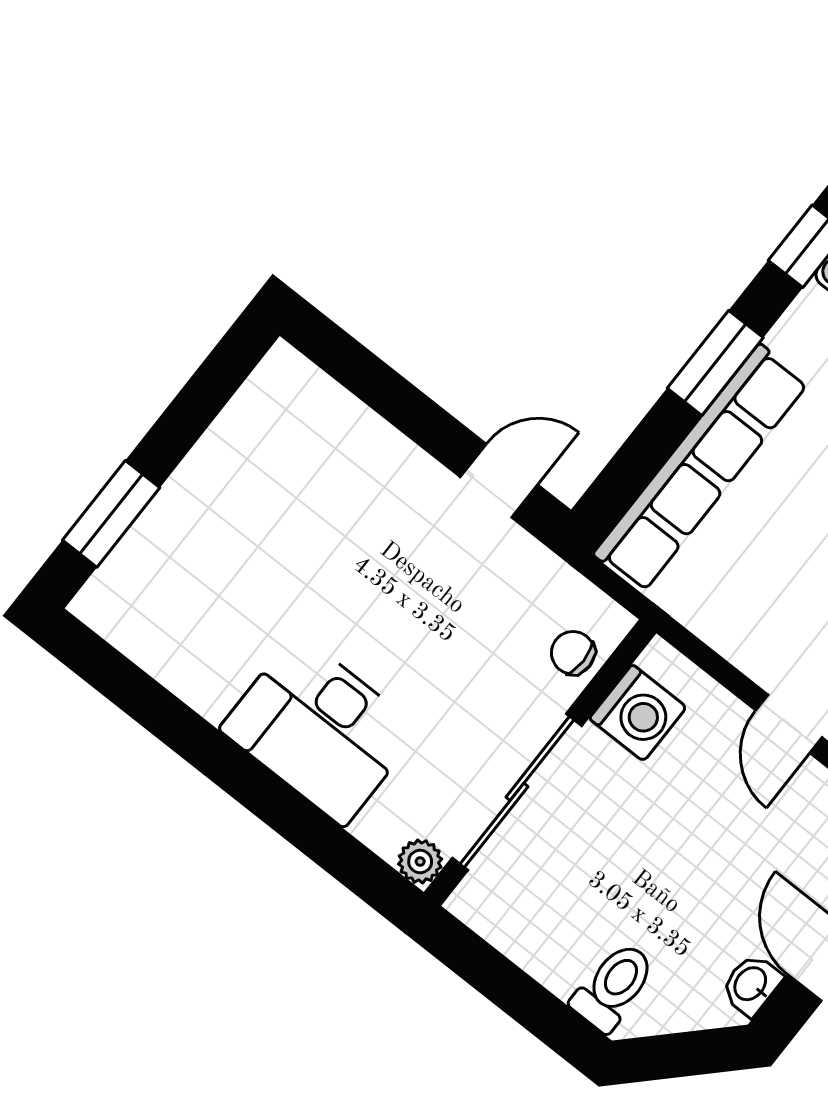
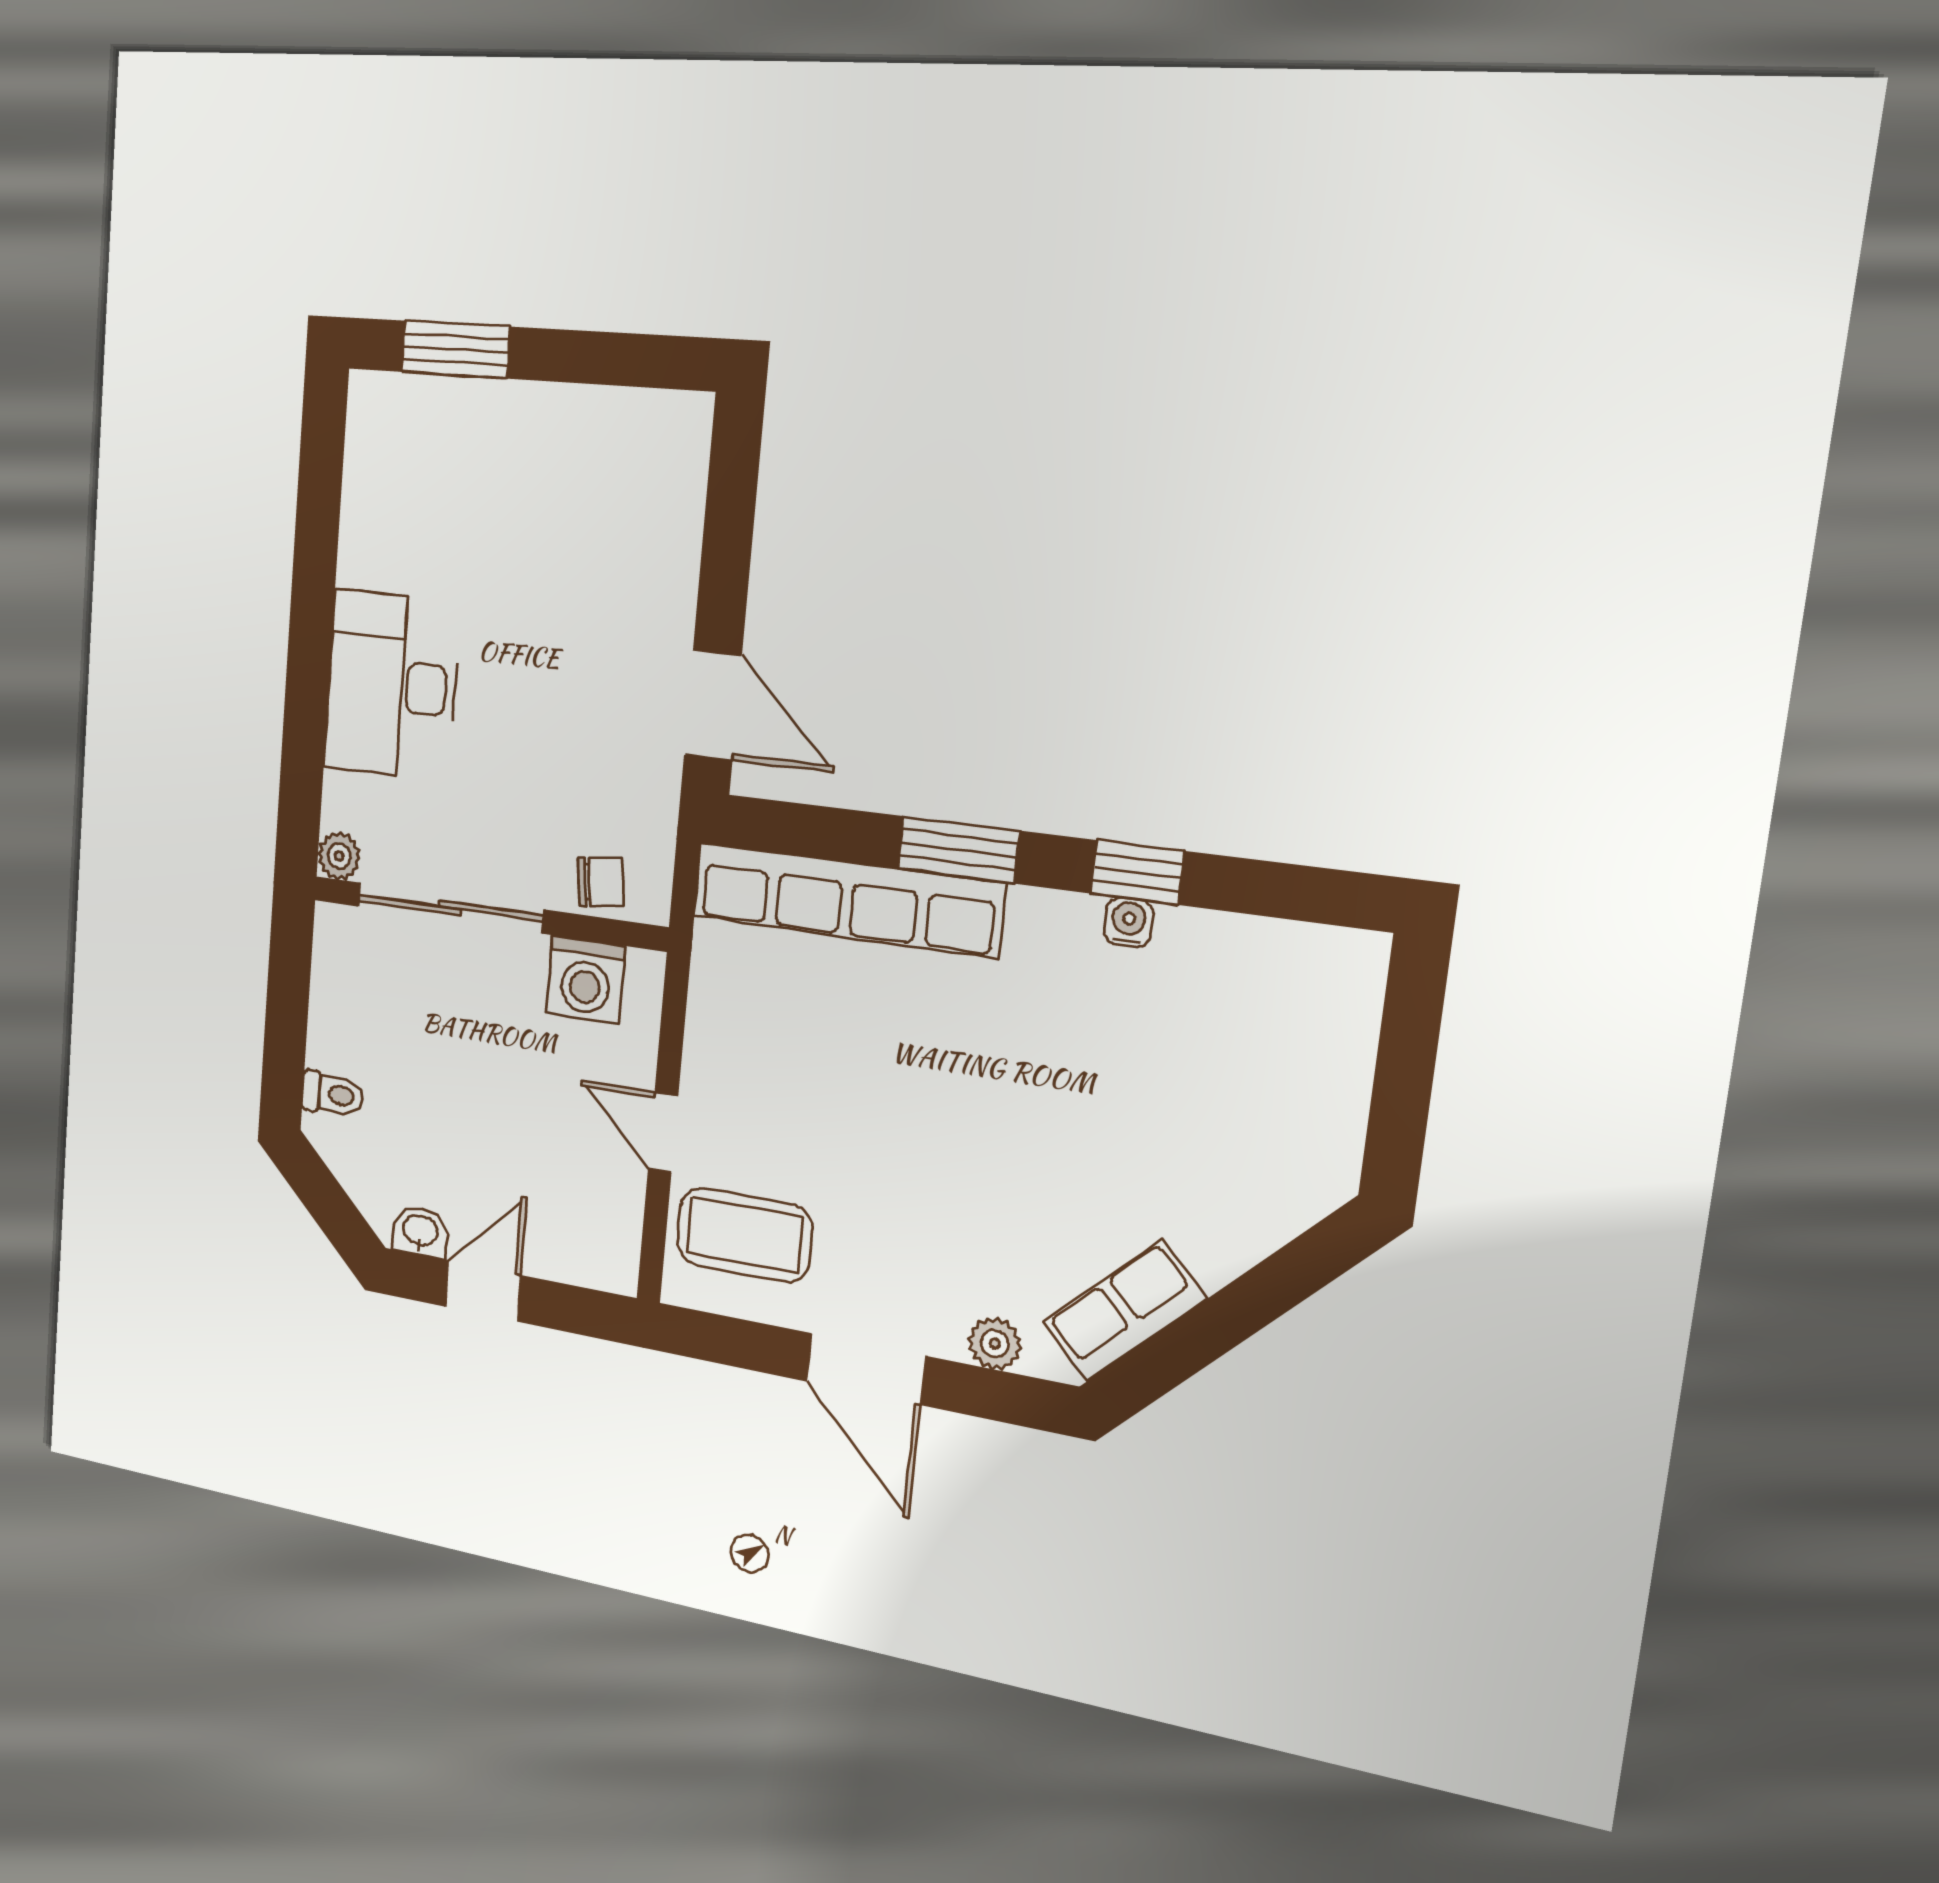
door: (499, 481) -> (713, 705), width x1.38
chair: (573, 653) -> (601, 882), turned 83
door: (789, 724) -> (663, 1133), hinge flipped
toilet: (613, 987) -> (333, 1094), width x0.73, depth x0.72

